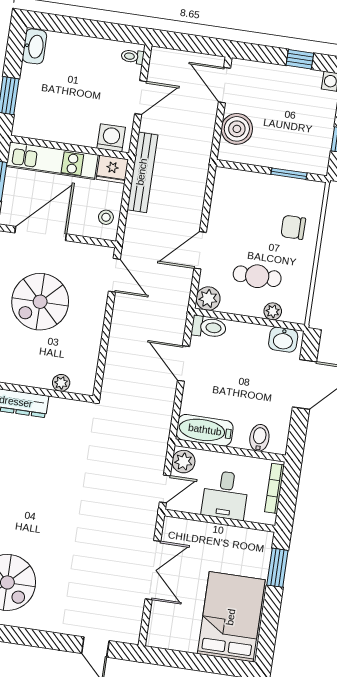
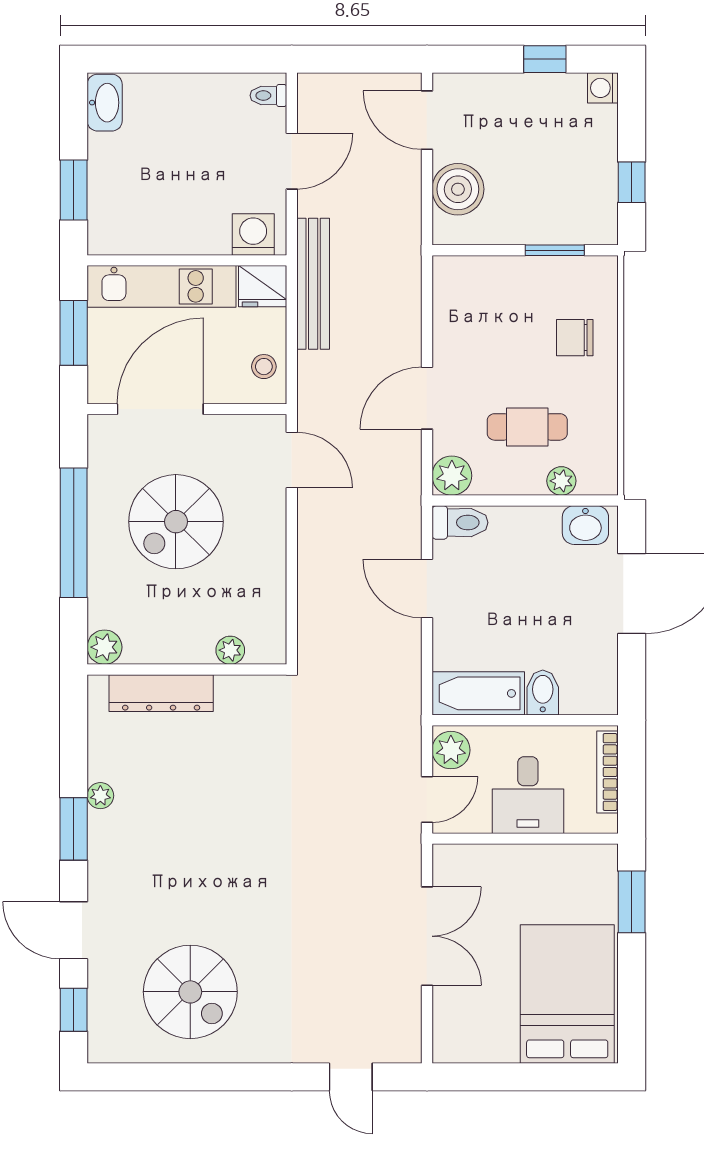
bidet: (259, 438) -> (543, 693), moved

